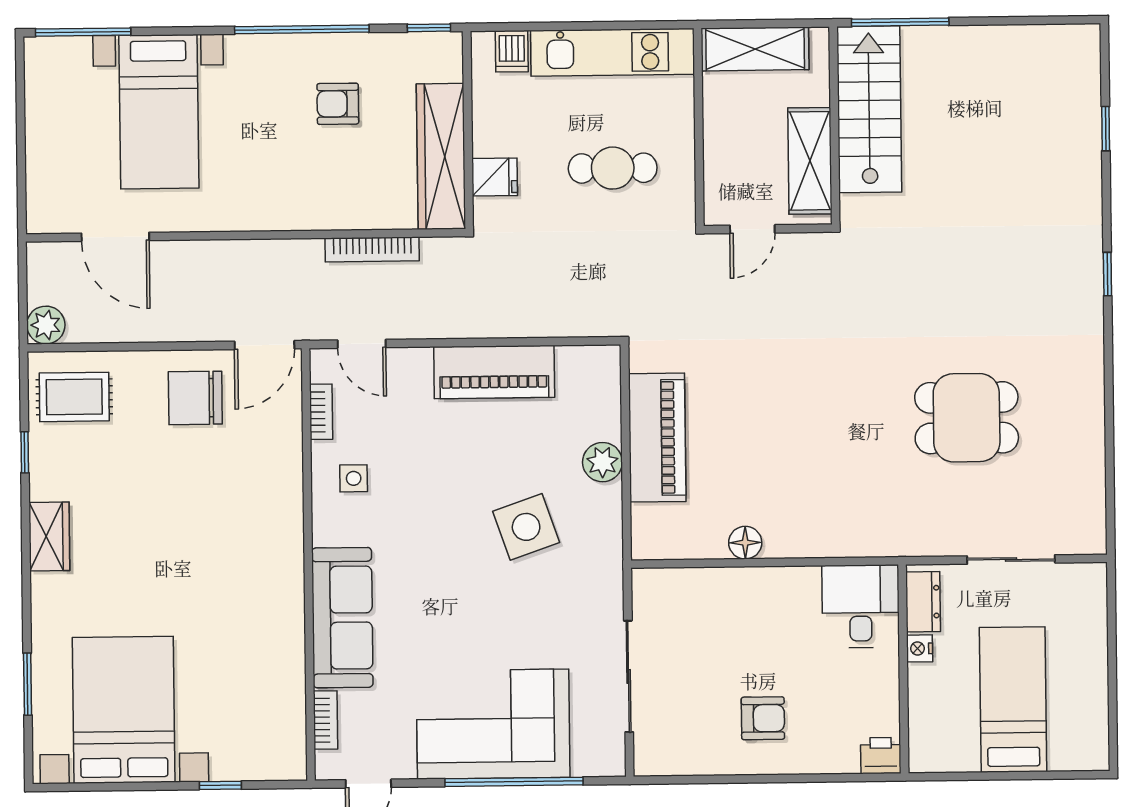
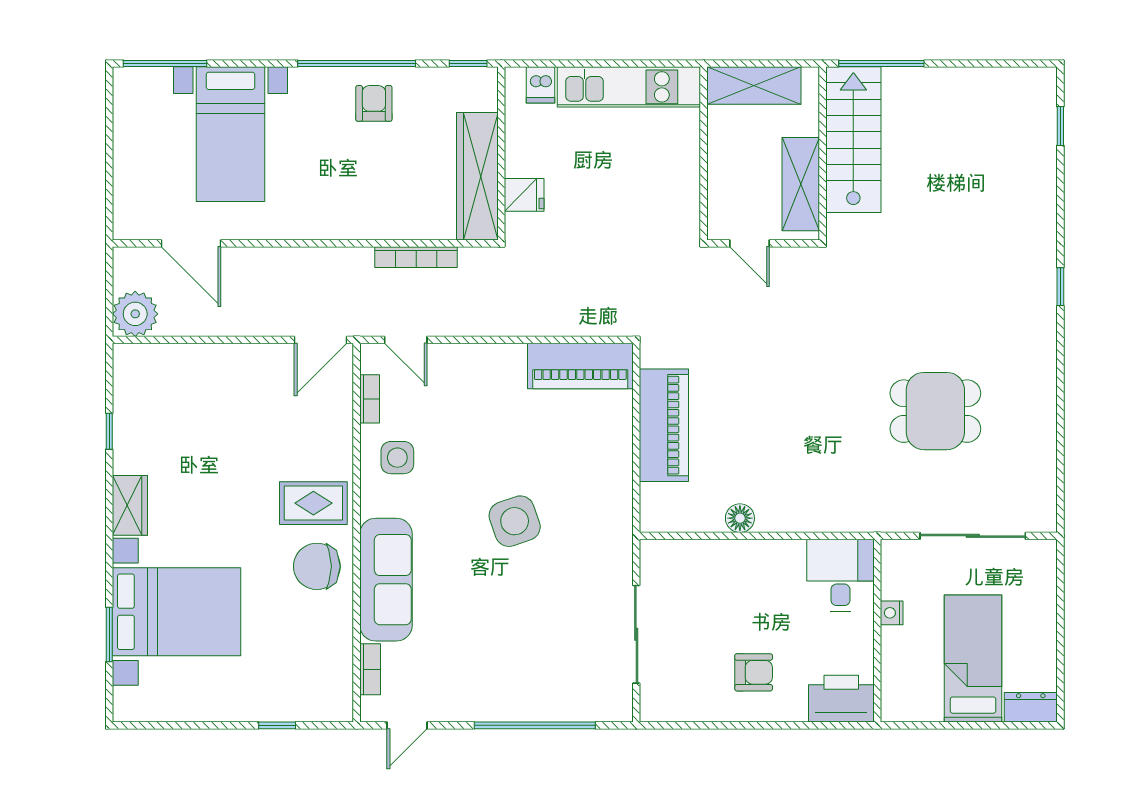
armchair: (338, 104) -> (374, 103), moved, turned 90
window: (1106, 129) -> (1060, 126), moved
cafe table: (613, 168) -> (628, 188), removed
door: (752, 229) -> (750, 243), hinge flipped
plant: (46, 325) -> (135, 314), width x1.36, depth x1.36
piano: (494, 372) -> (580, 366), moved
rug: (74, 397) -> (313, 503), moved
chair: (195, 398) -> (317, 566), moved
plant: (602, 462) -> (616, 446), removed
side table: (354, 478) -> (397, 458), width x1.37, depth x1.37
side table: (526, 527) -> (515, 521), moved
sliding door: (1011, 559) -> (973, 536), width x1.37
dresser: (923, 602) -> (1031, 707), moved, turned -90
bed with nightstands: (124, 710) -> (177, 612), moved, turned 90
corner sofa: (493, 724) -> (517, 675), removed
printer: (881, 756) -> (841, 699), width x1.87, depth x1.48

